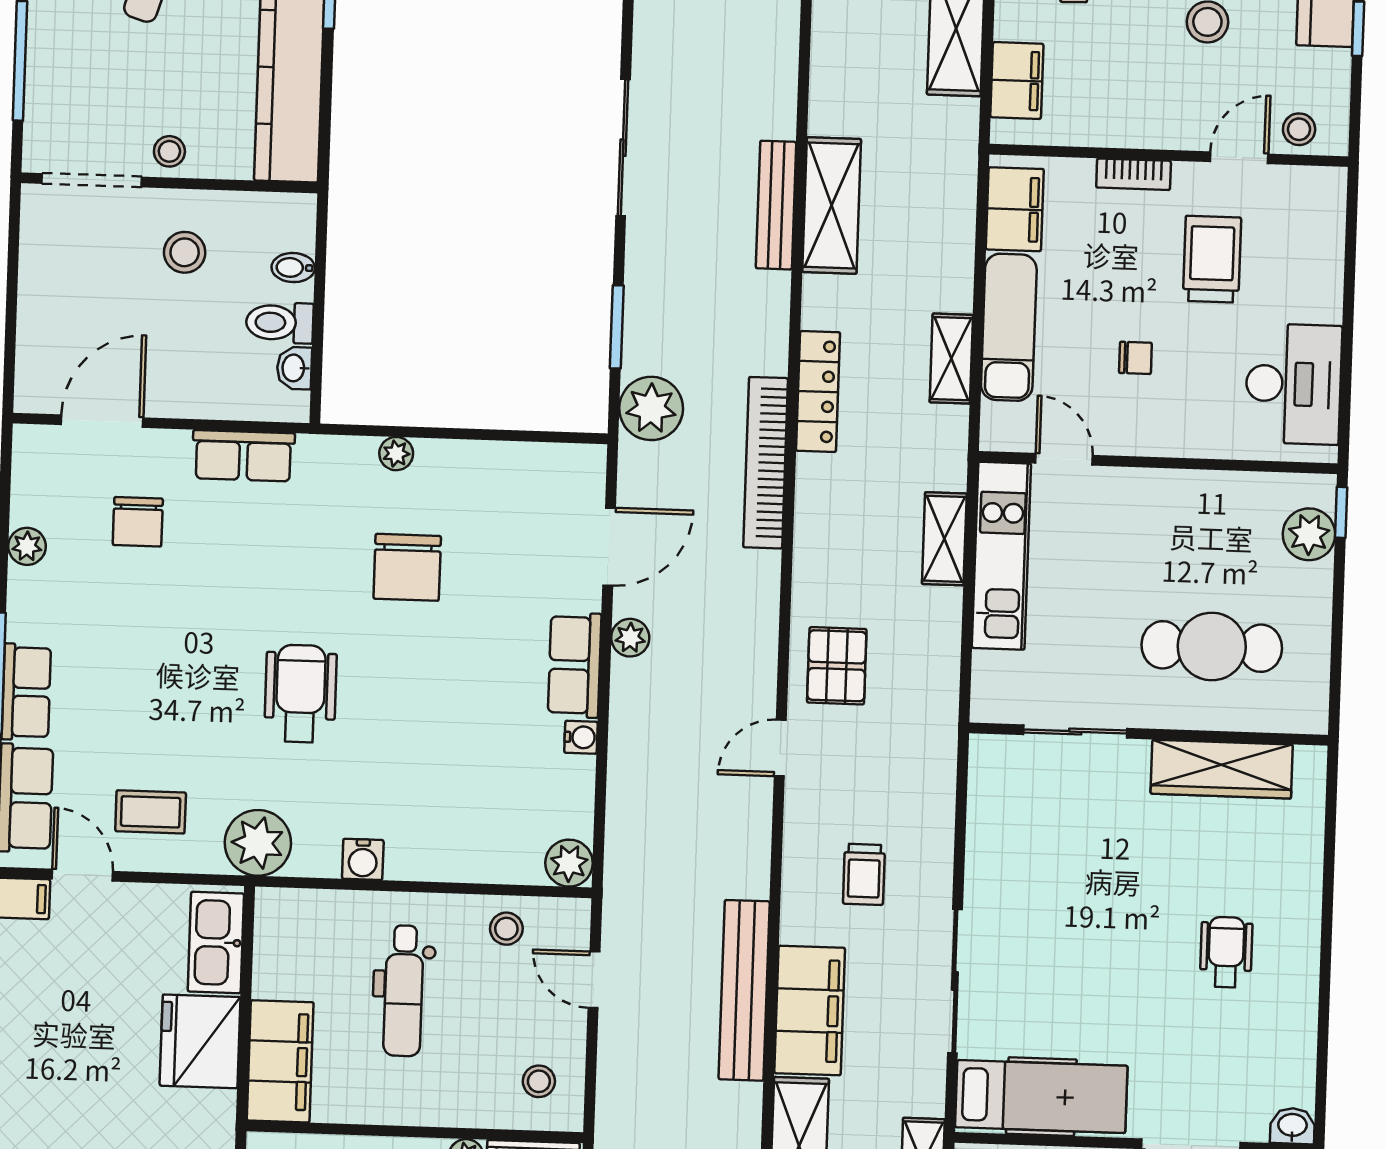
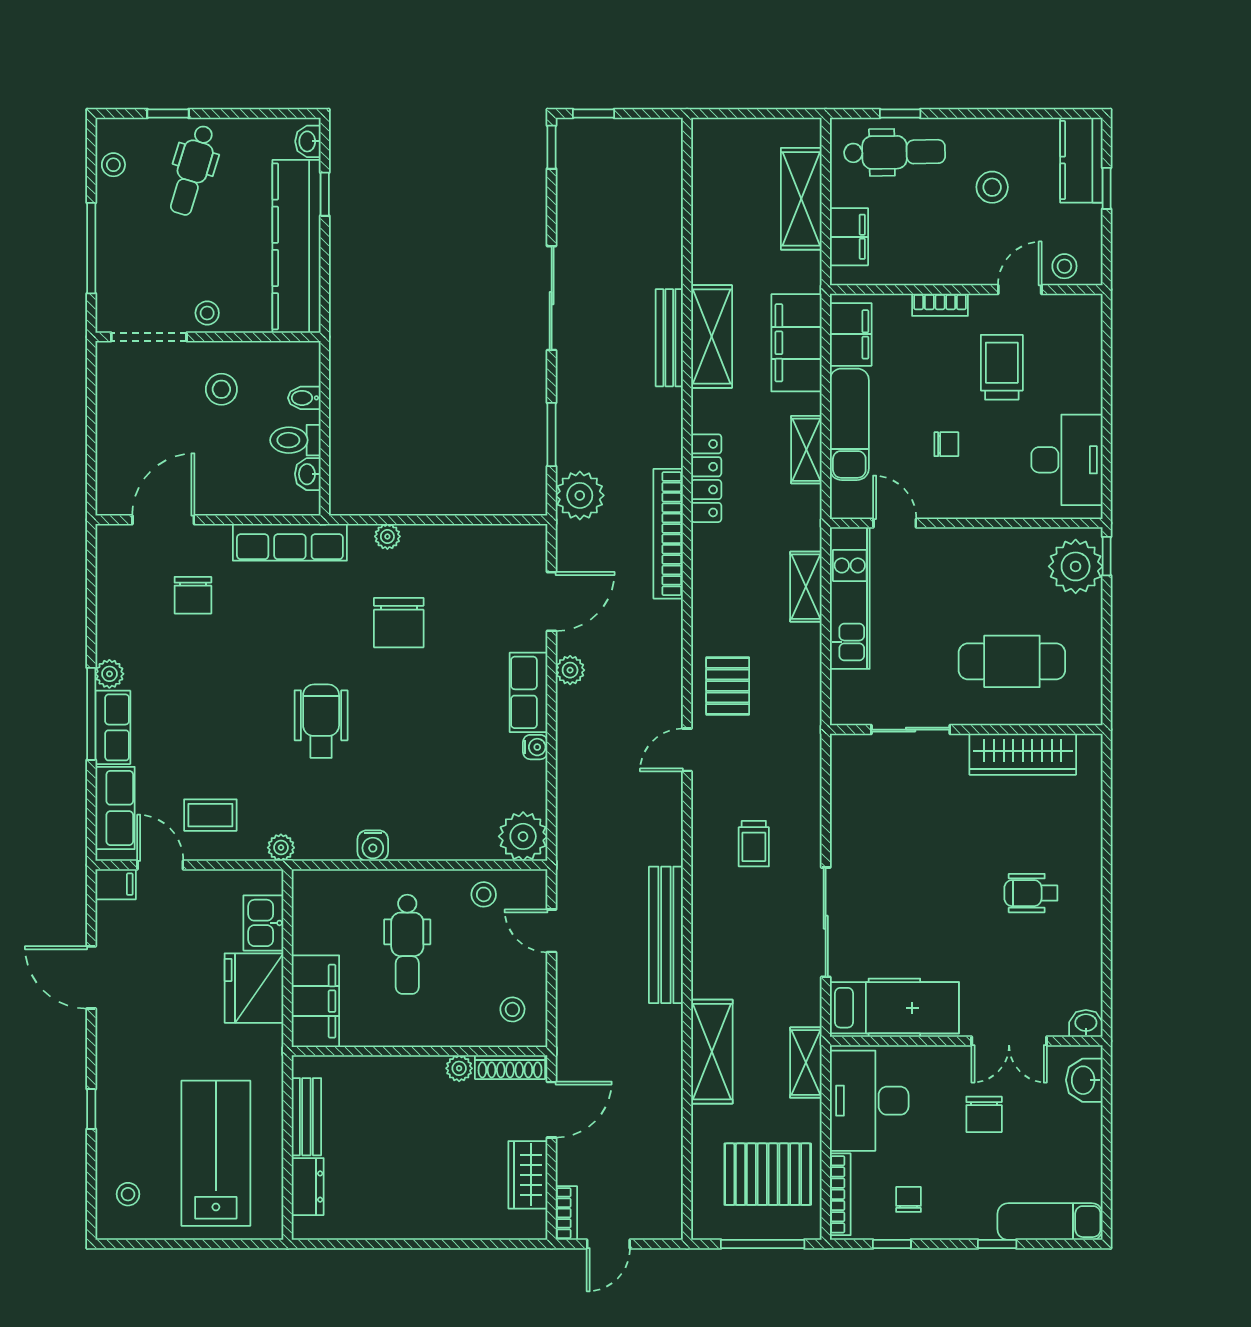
row of seats: (243, 456) -> (290, 542), width x1.48
plant: (1309, 534) -> (1076, 566), width x1.36, depth x1.36
plant: (27, 546) -> (109, 674), moved
plant: (258, 843) -> (281, 848), width x0.53, depth x0.53
plant: (569, 863) -> (523, 836), width x1.36, depth x1.36
kitchen sink: (216, 942) -> (263, 923), width x0.73
wheelchair: (1226, 952) -> (1031, 893), turned -90
filing cabinet: (810, 1010) -> (796, 343), moved, turned 180

